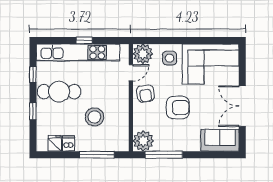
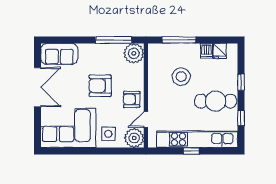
armchair: (145, 94) -> (132, 99), turned -82

